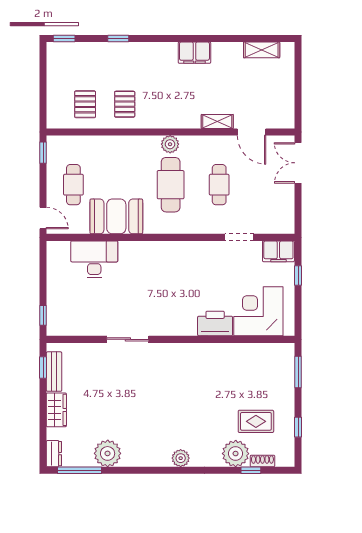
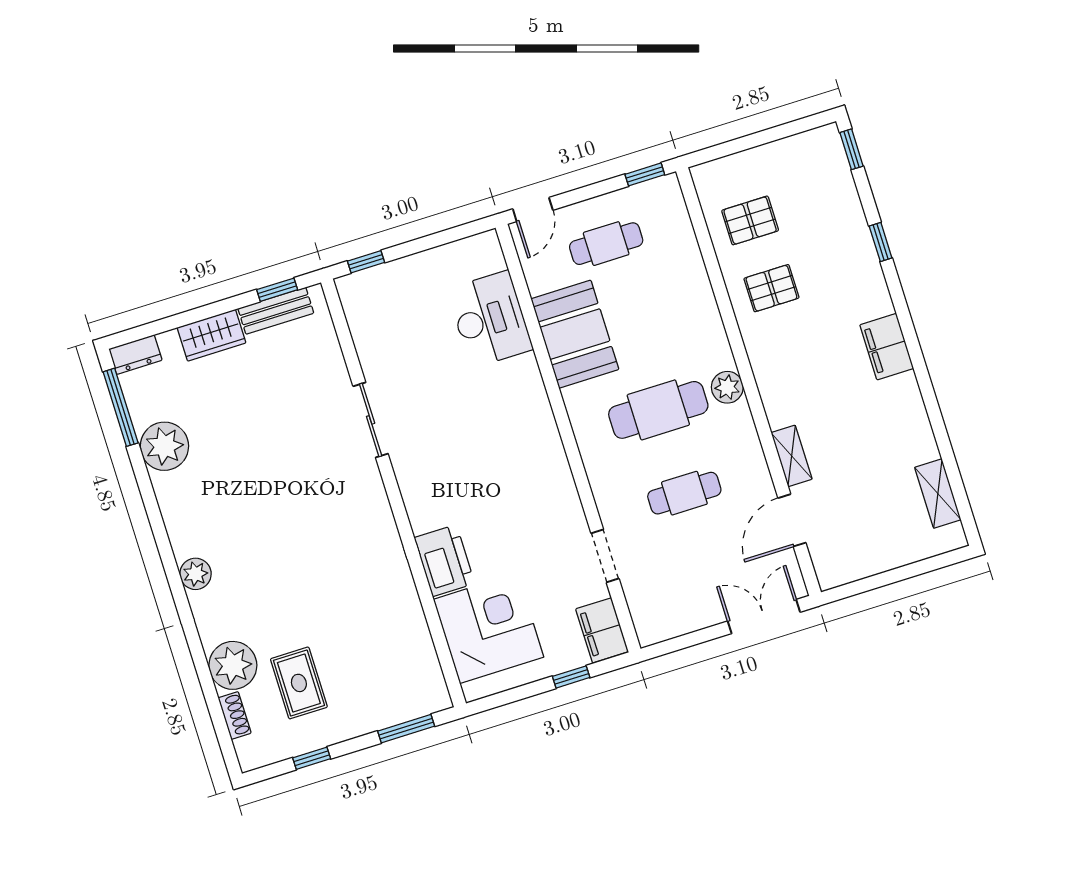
filing cabinet: (194, 53) -> (887, 347), moved
window: (251, 470) -> (212, 701), removed

